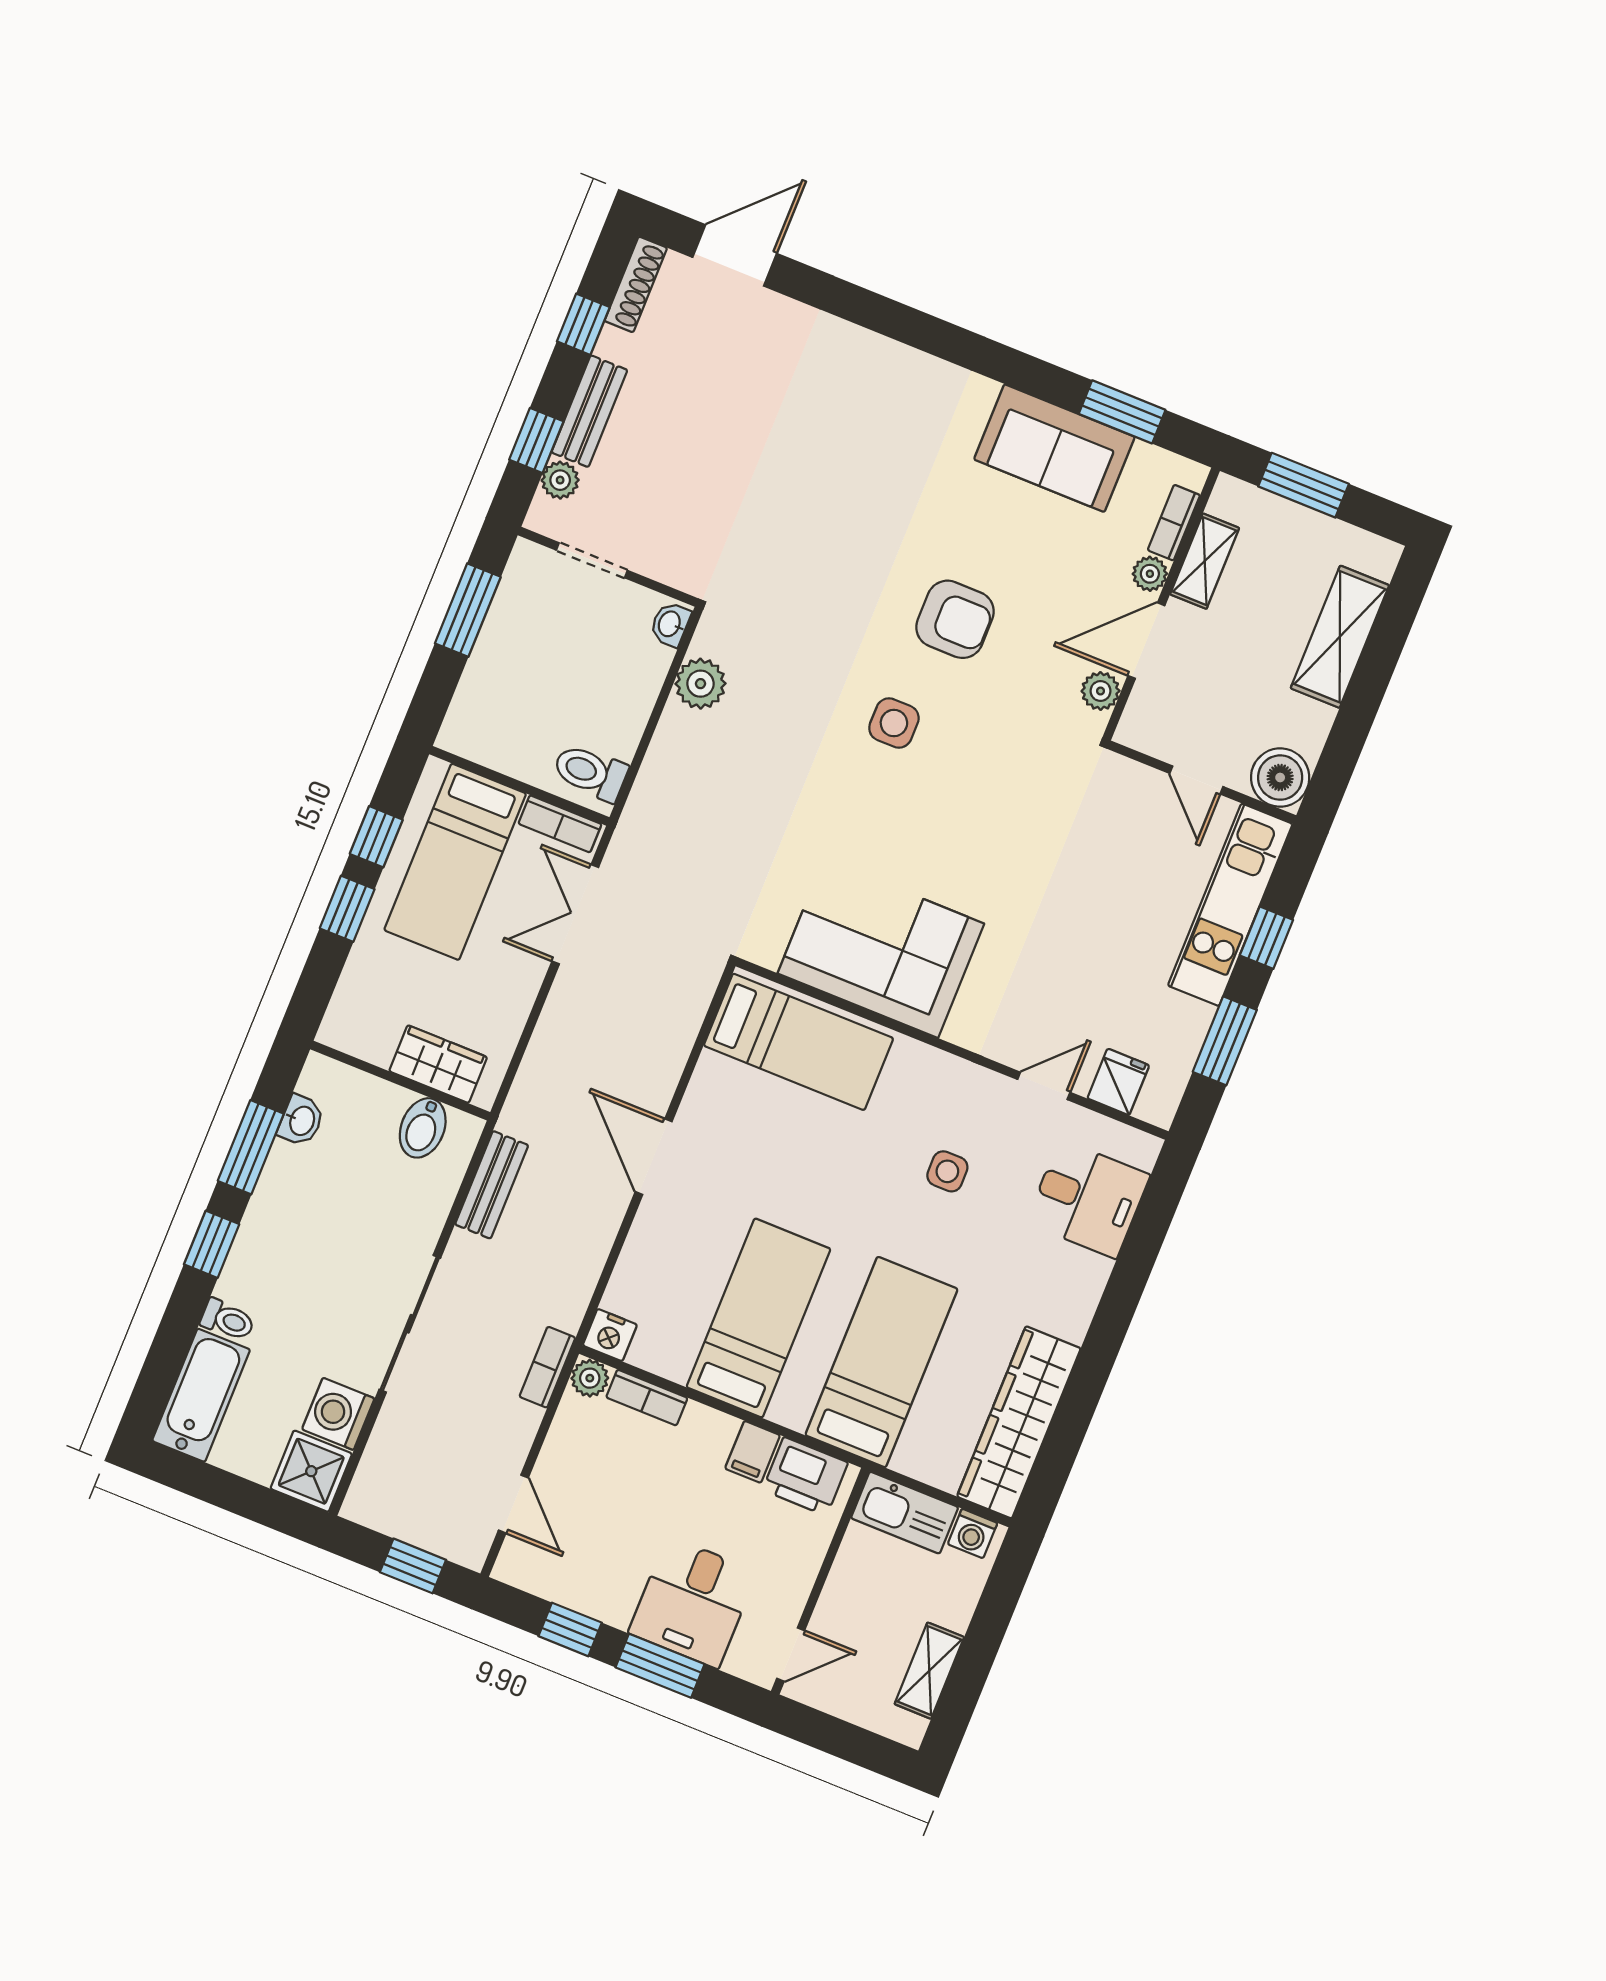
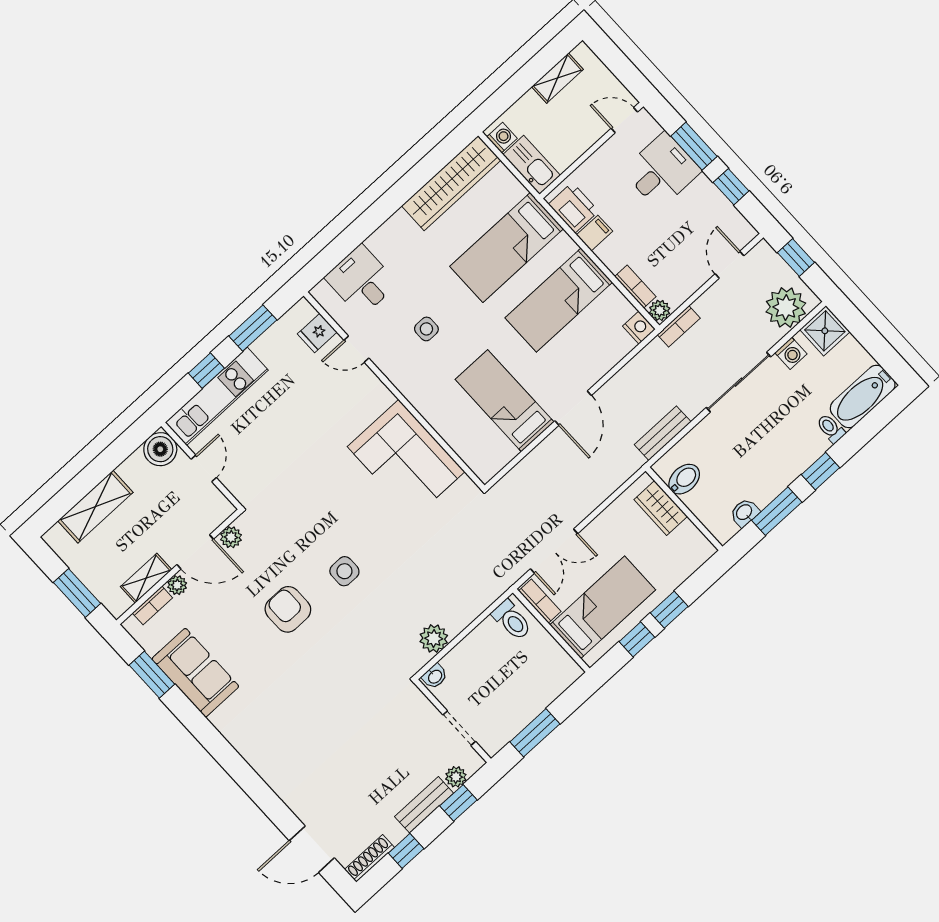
bed: (799, 1042) -> (505, 401), moved
washing machine: (338, 1414) -> (791, 353), width x0.73, depth x0.73
plant: (391, 1479) -> (786, 307), added

